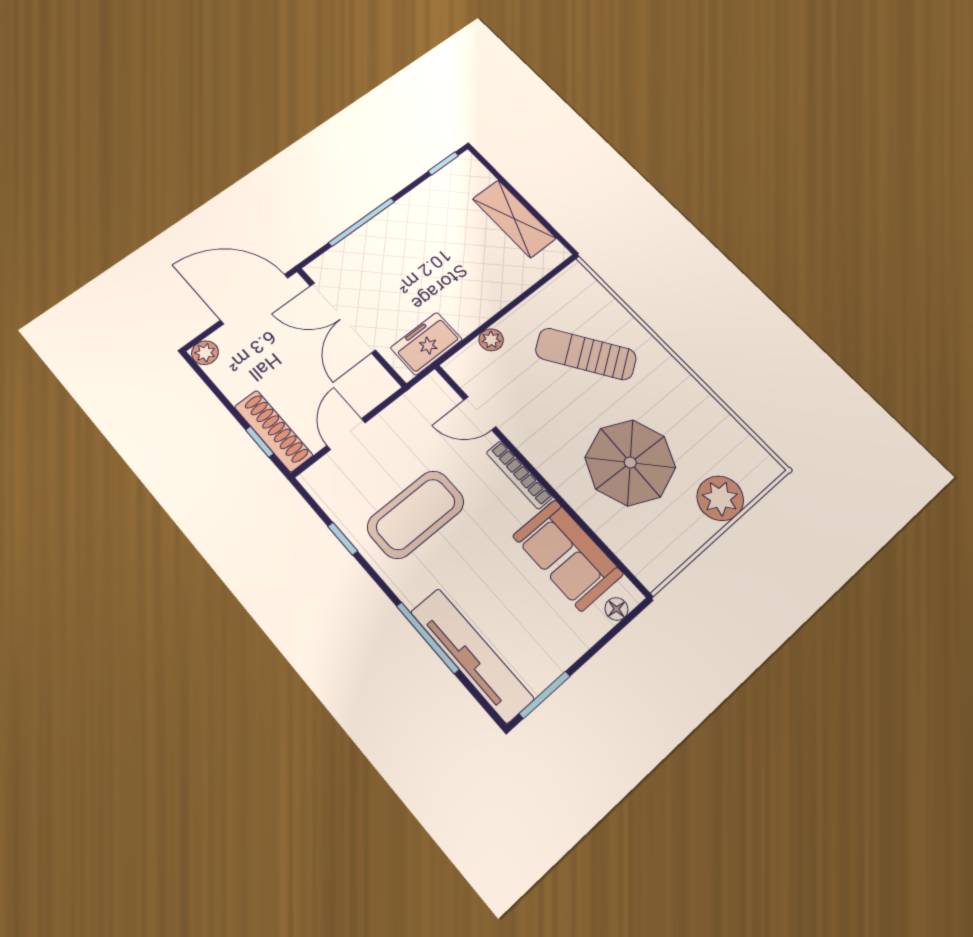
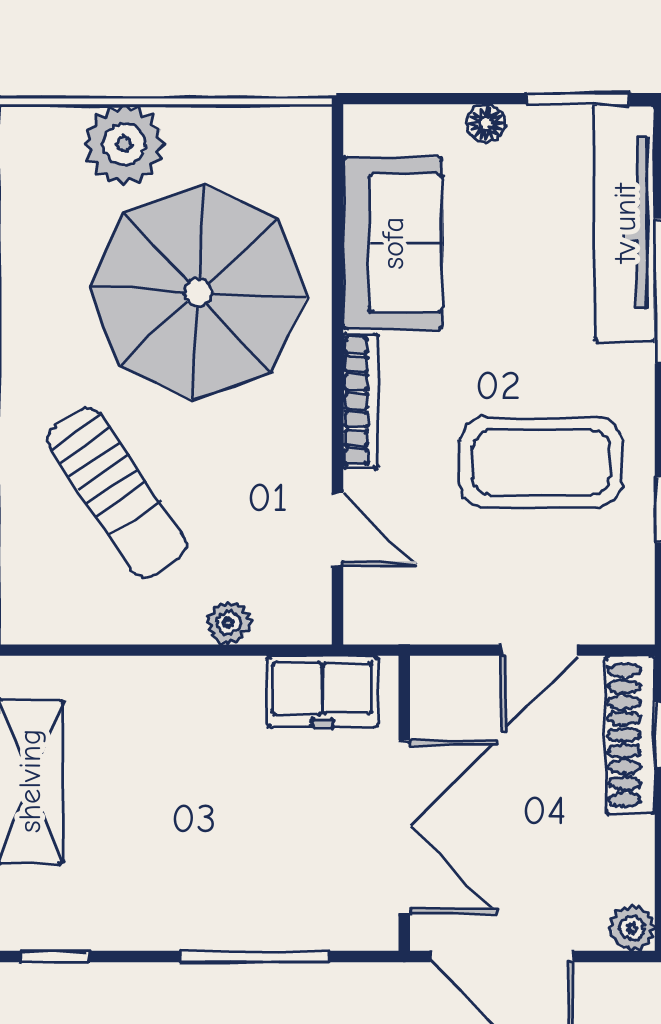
parasol: (630, 463) -> (198, 293), width x1.36, depth x1.36
floor lamp: (616, 609) -> (486, 123), moved

